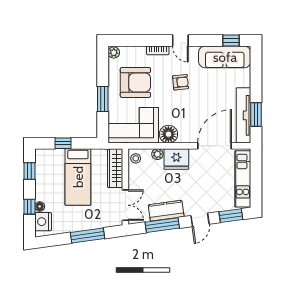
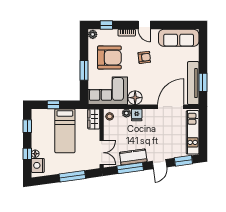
window: (231, 41) -> (106, 25), moved
fridge: (176, 159) -> (137, 115), width x0.53, depth x0.75
wardrobe: (115, 168) -> (94, 119), width x0.67

